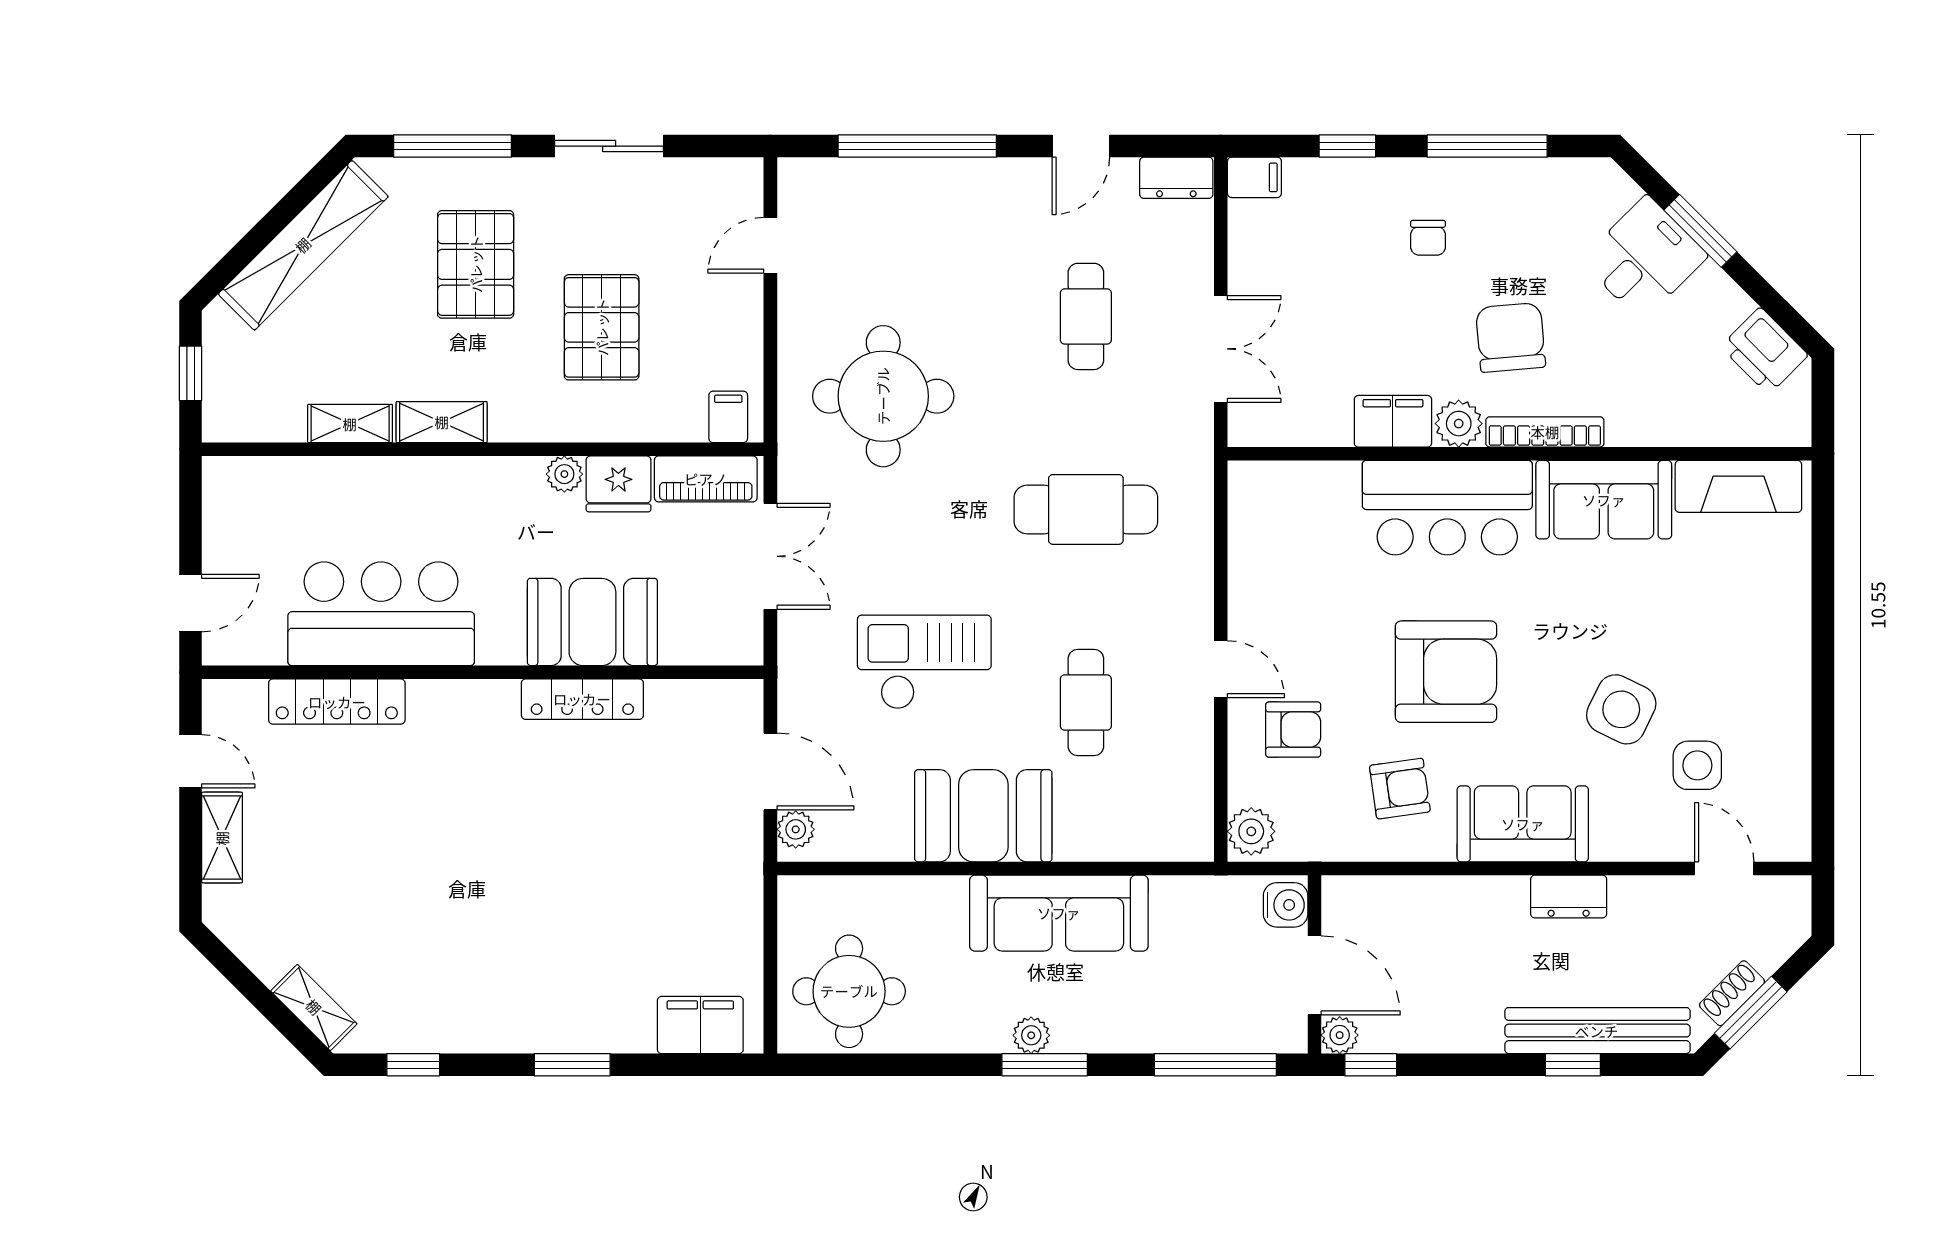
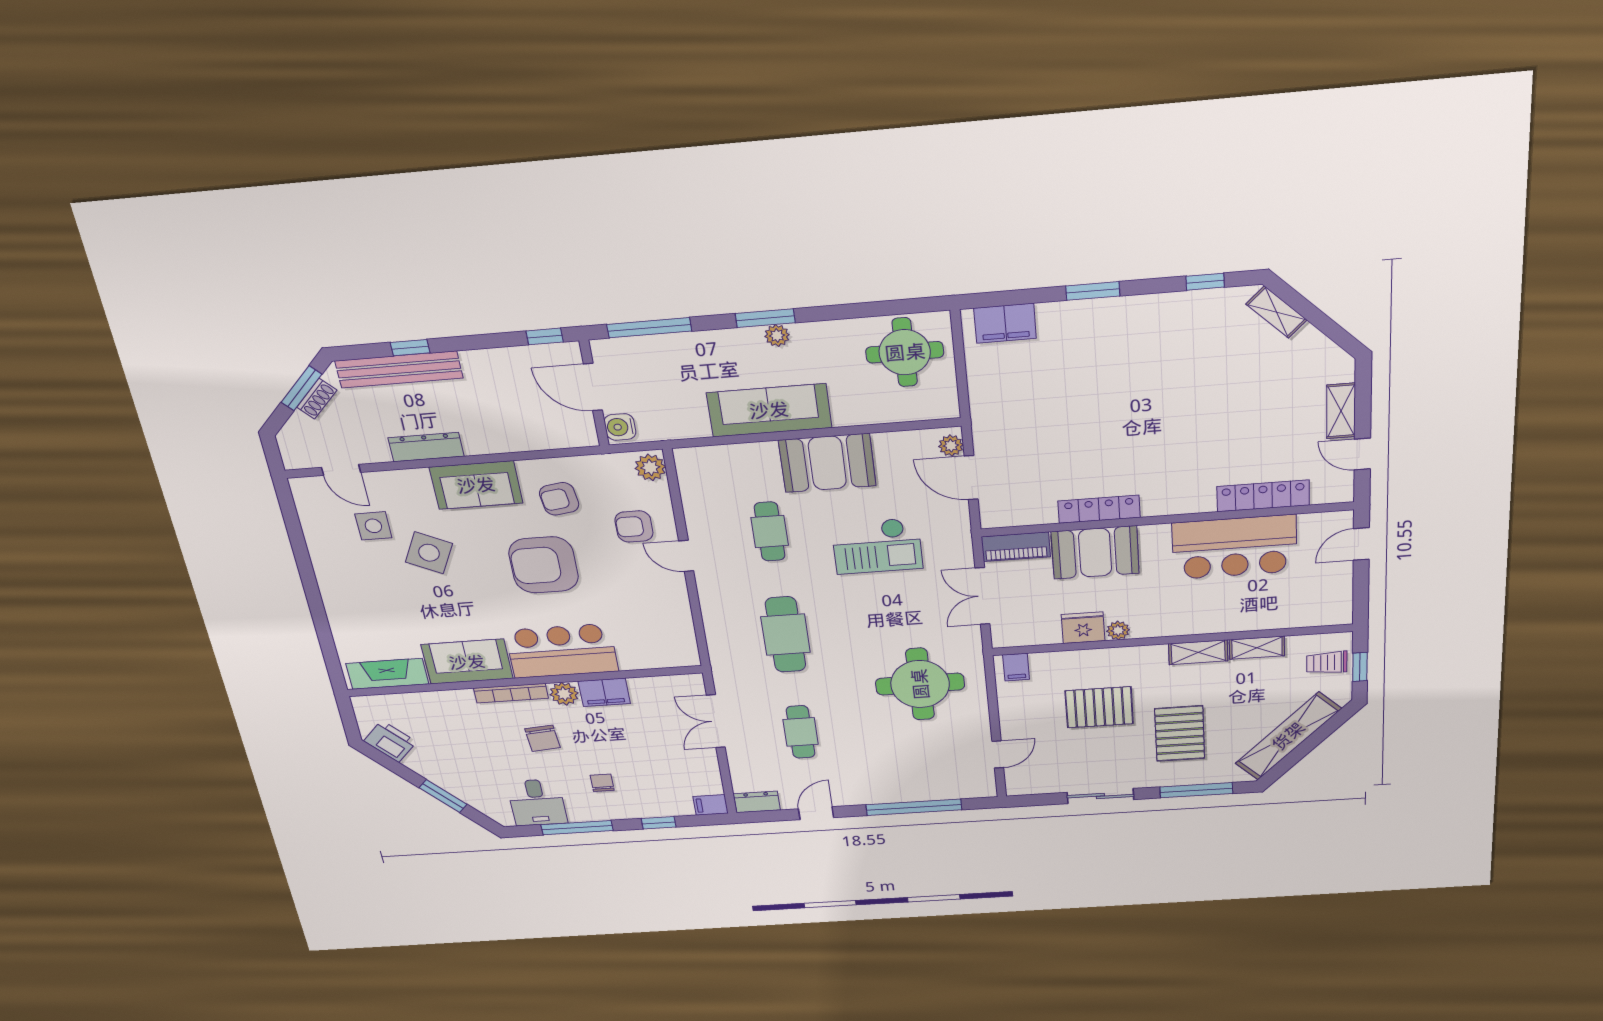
desk: (1644, 258) -> (537, 802), moved, turned -45
pallet: (602, 327) -> (1099, 707), turned 90
chair: (1511, 337) -> (542, 738), width x0.73, depth x0.73
trolley: (242, 386) -> (1327, 663), added
piano: (706, 479) -> (1016, 547), moved, turned 180
cafe table: (1086, 509) -> (786, 635), turned 90
dresser: (1569, 897) -> (426, 447), width x1.44
plant: (1340, 1035) -> (569, 353), removed

